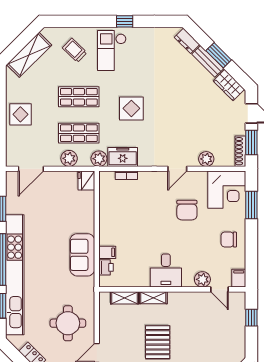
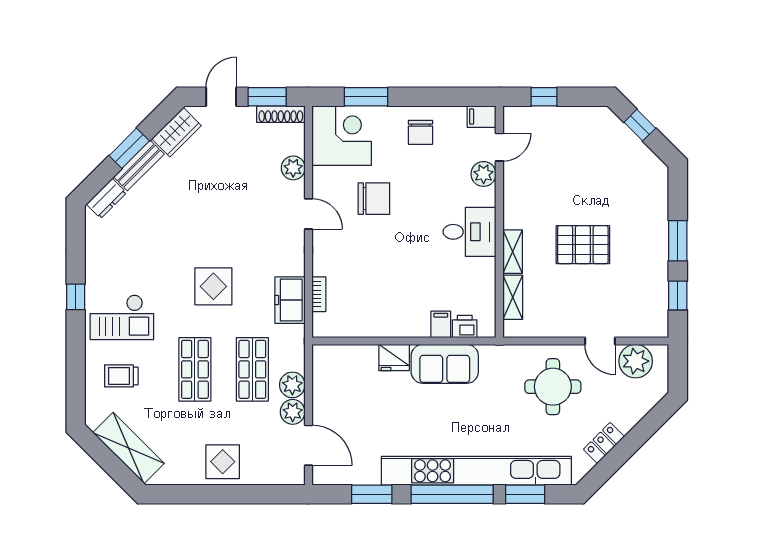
trolley: (75, 50) -> (121, 376), turned 46
plant: (99, 159) -> (293, 412), moved
fridge: (86, 180) -> (394, 358), moved

